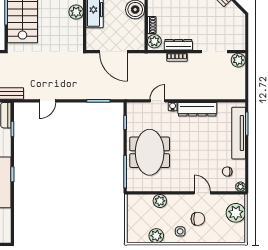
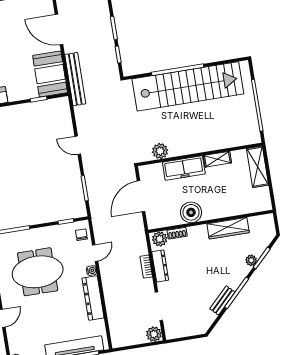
plant: (76, 12) -> (160, 151), moved
door: (47, 101) -> (78, 145), moved
door: (158, 101) -> (95, 253), hinge flipped
meeting table: (150, 152) -> (38, 272), moved
chair: (227, 172) -> (81, 235), moved

